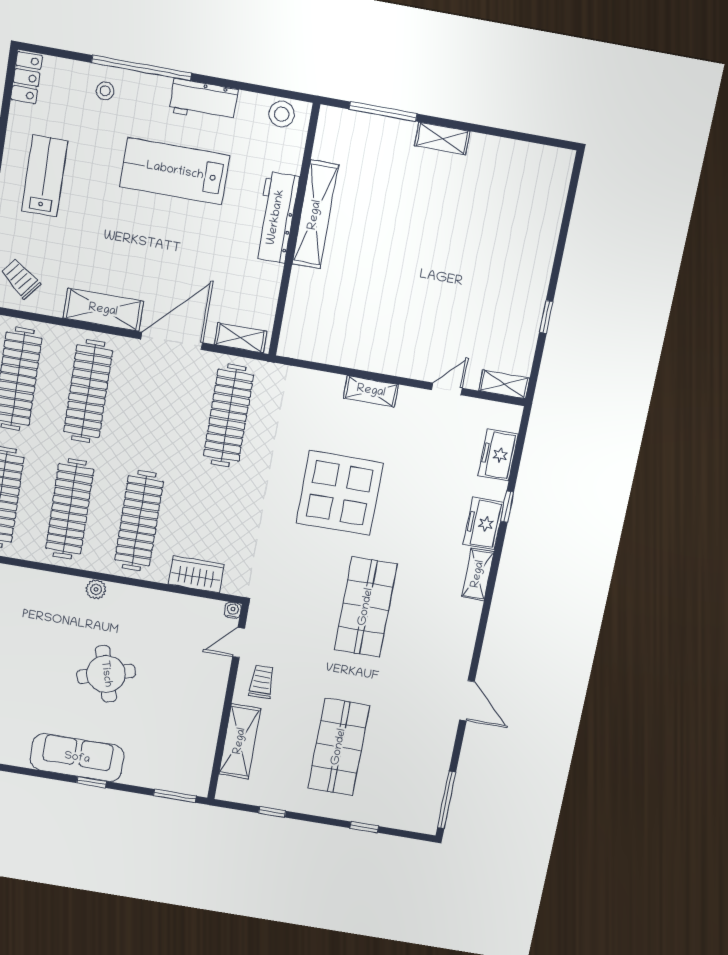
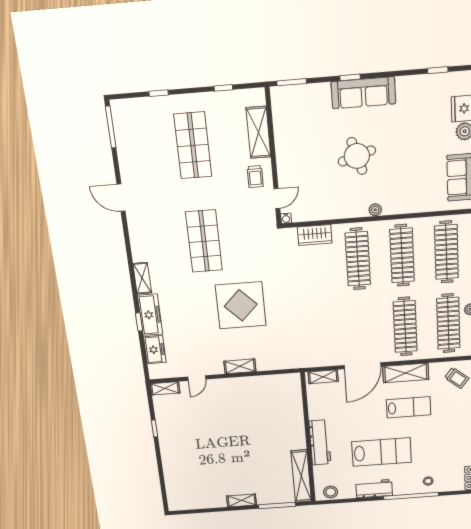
lab bench: (45, 176) -> (408, 407), moved, turned -90
shelving: (315, 215) -> (301, 476), moved
clothes rail: (228, 416) -> (319, 333), removed
freezer: (484, 523) -> (150, 315), width x1.40

